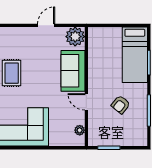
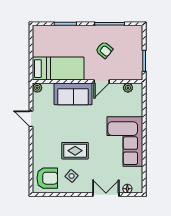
plant: (75, 37) -> (37, 88), width x0.53, depth x0.53
bed: (135, 55) -> (58, 69), moved

